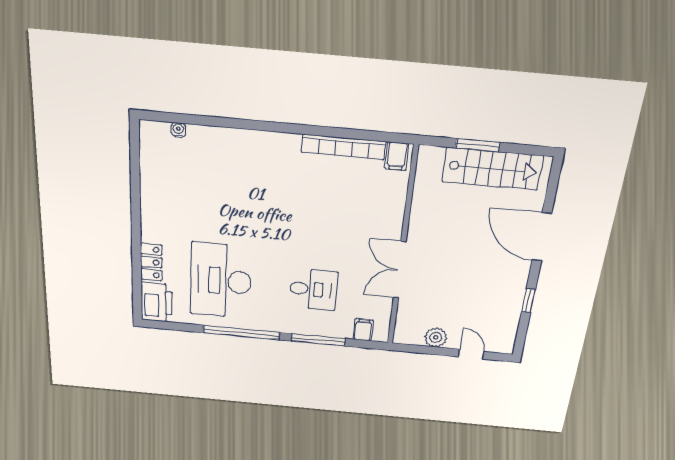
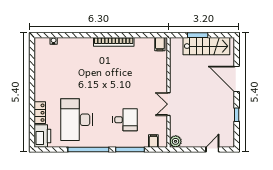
bookcase: (344, 147) -> (114, 42), moved
double door: (400, 270) -> (168, 104), width x0.73
plant: (436, 337) -> (176, 141), moved
door: (471, 354) -> (212, 150), hinge flipped

